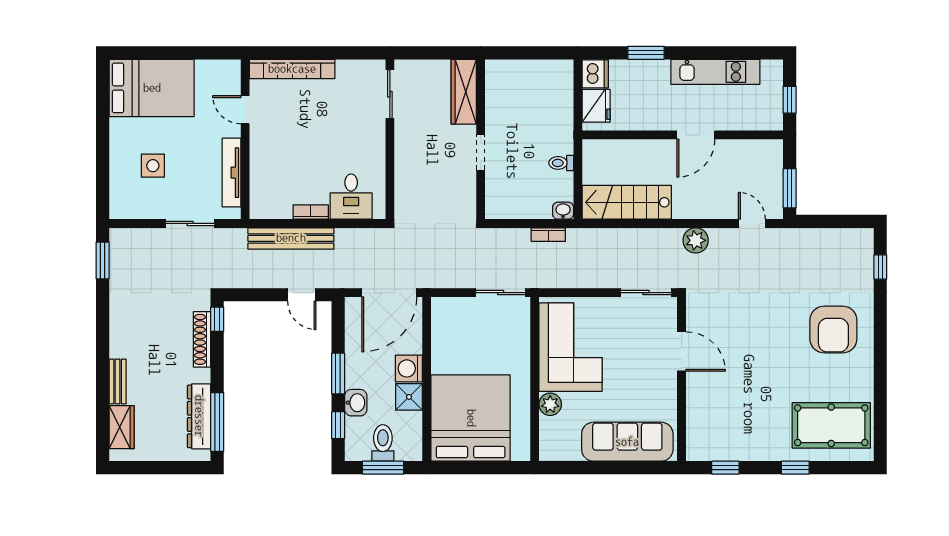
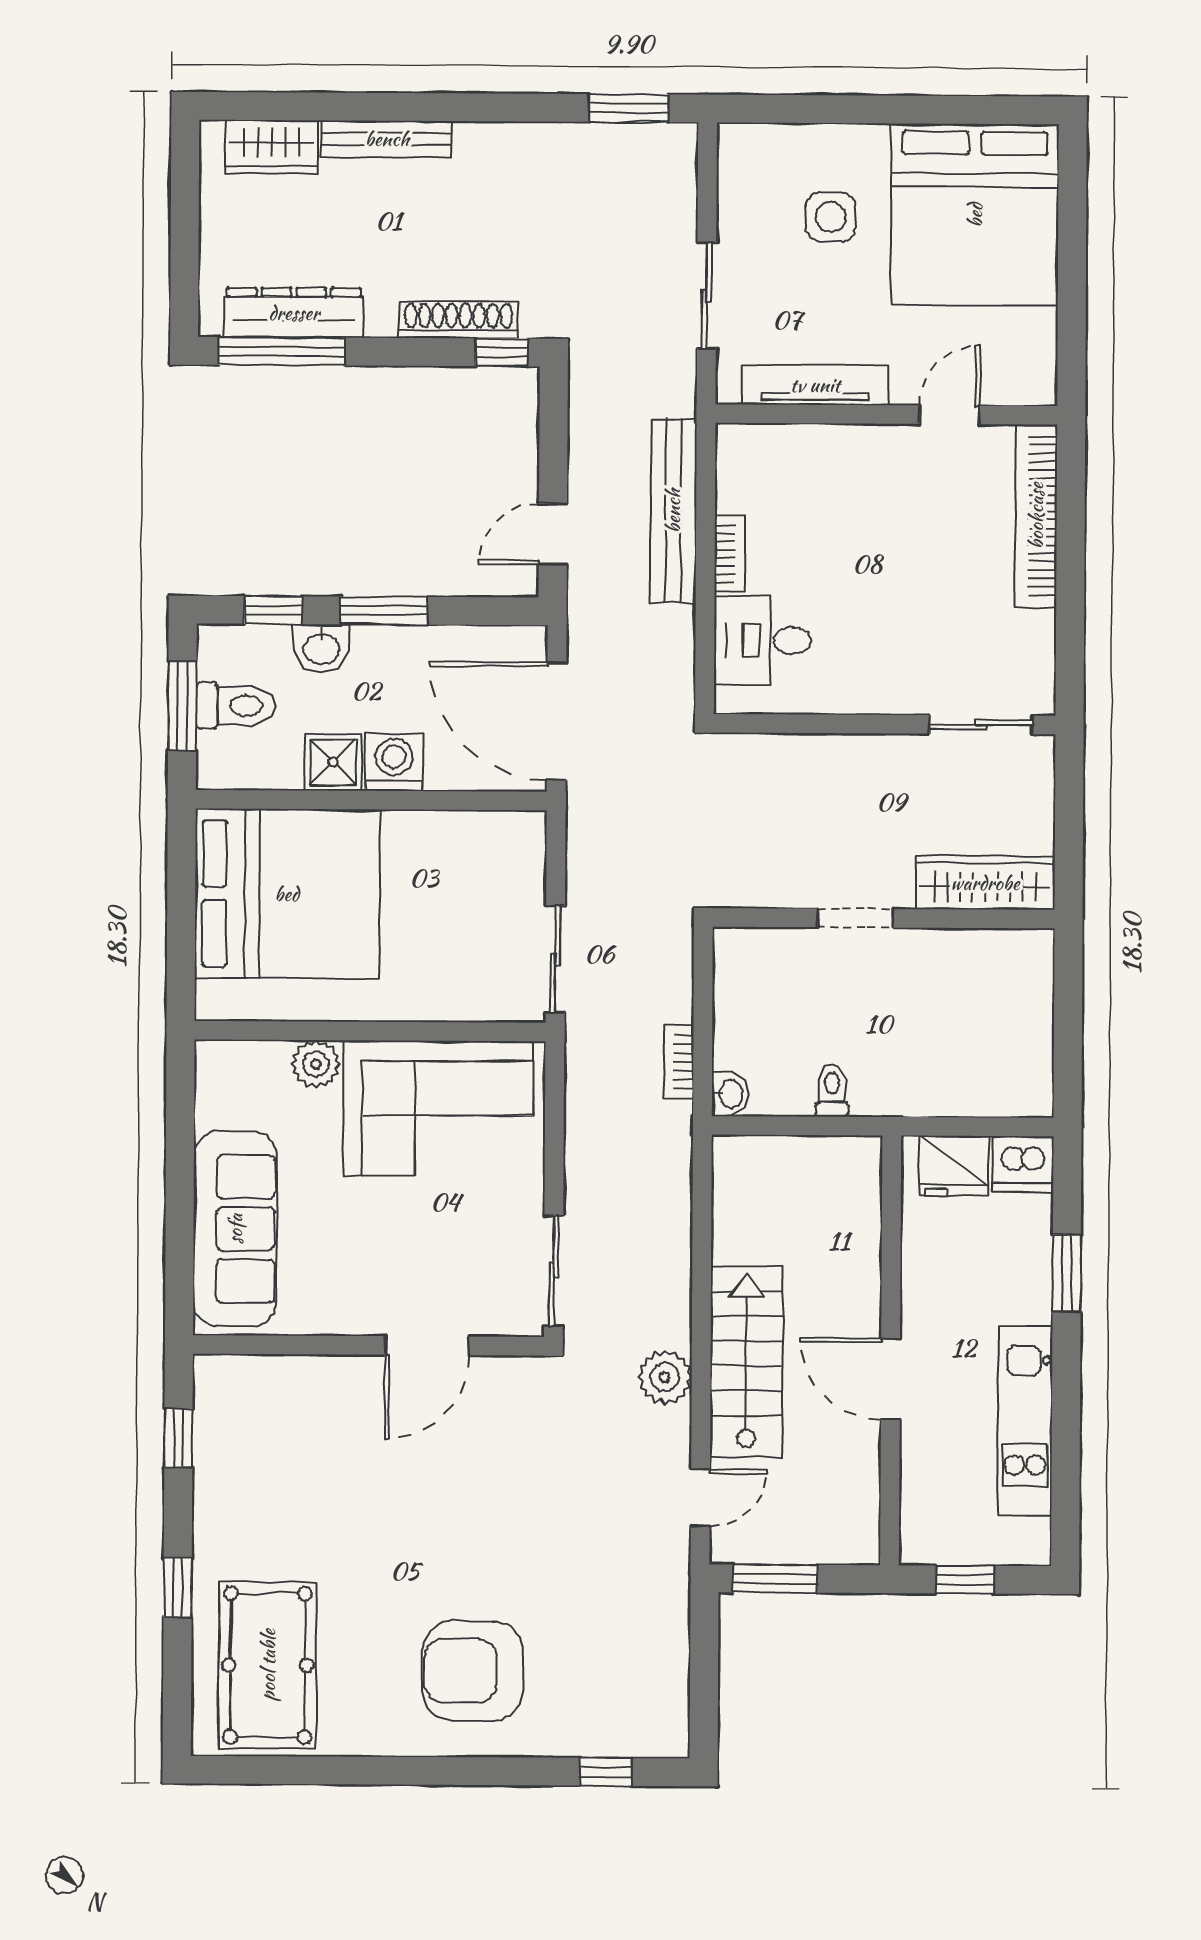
bed: (152, 88) -> (975, 215), width x1.36
stairs: (627, 202) -> (746, 1362), moved
bench: (118, 382) -> (387, 139), width x1.36

